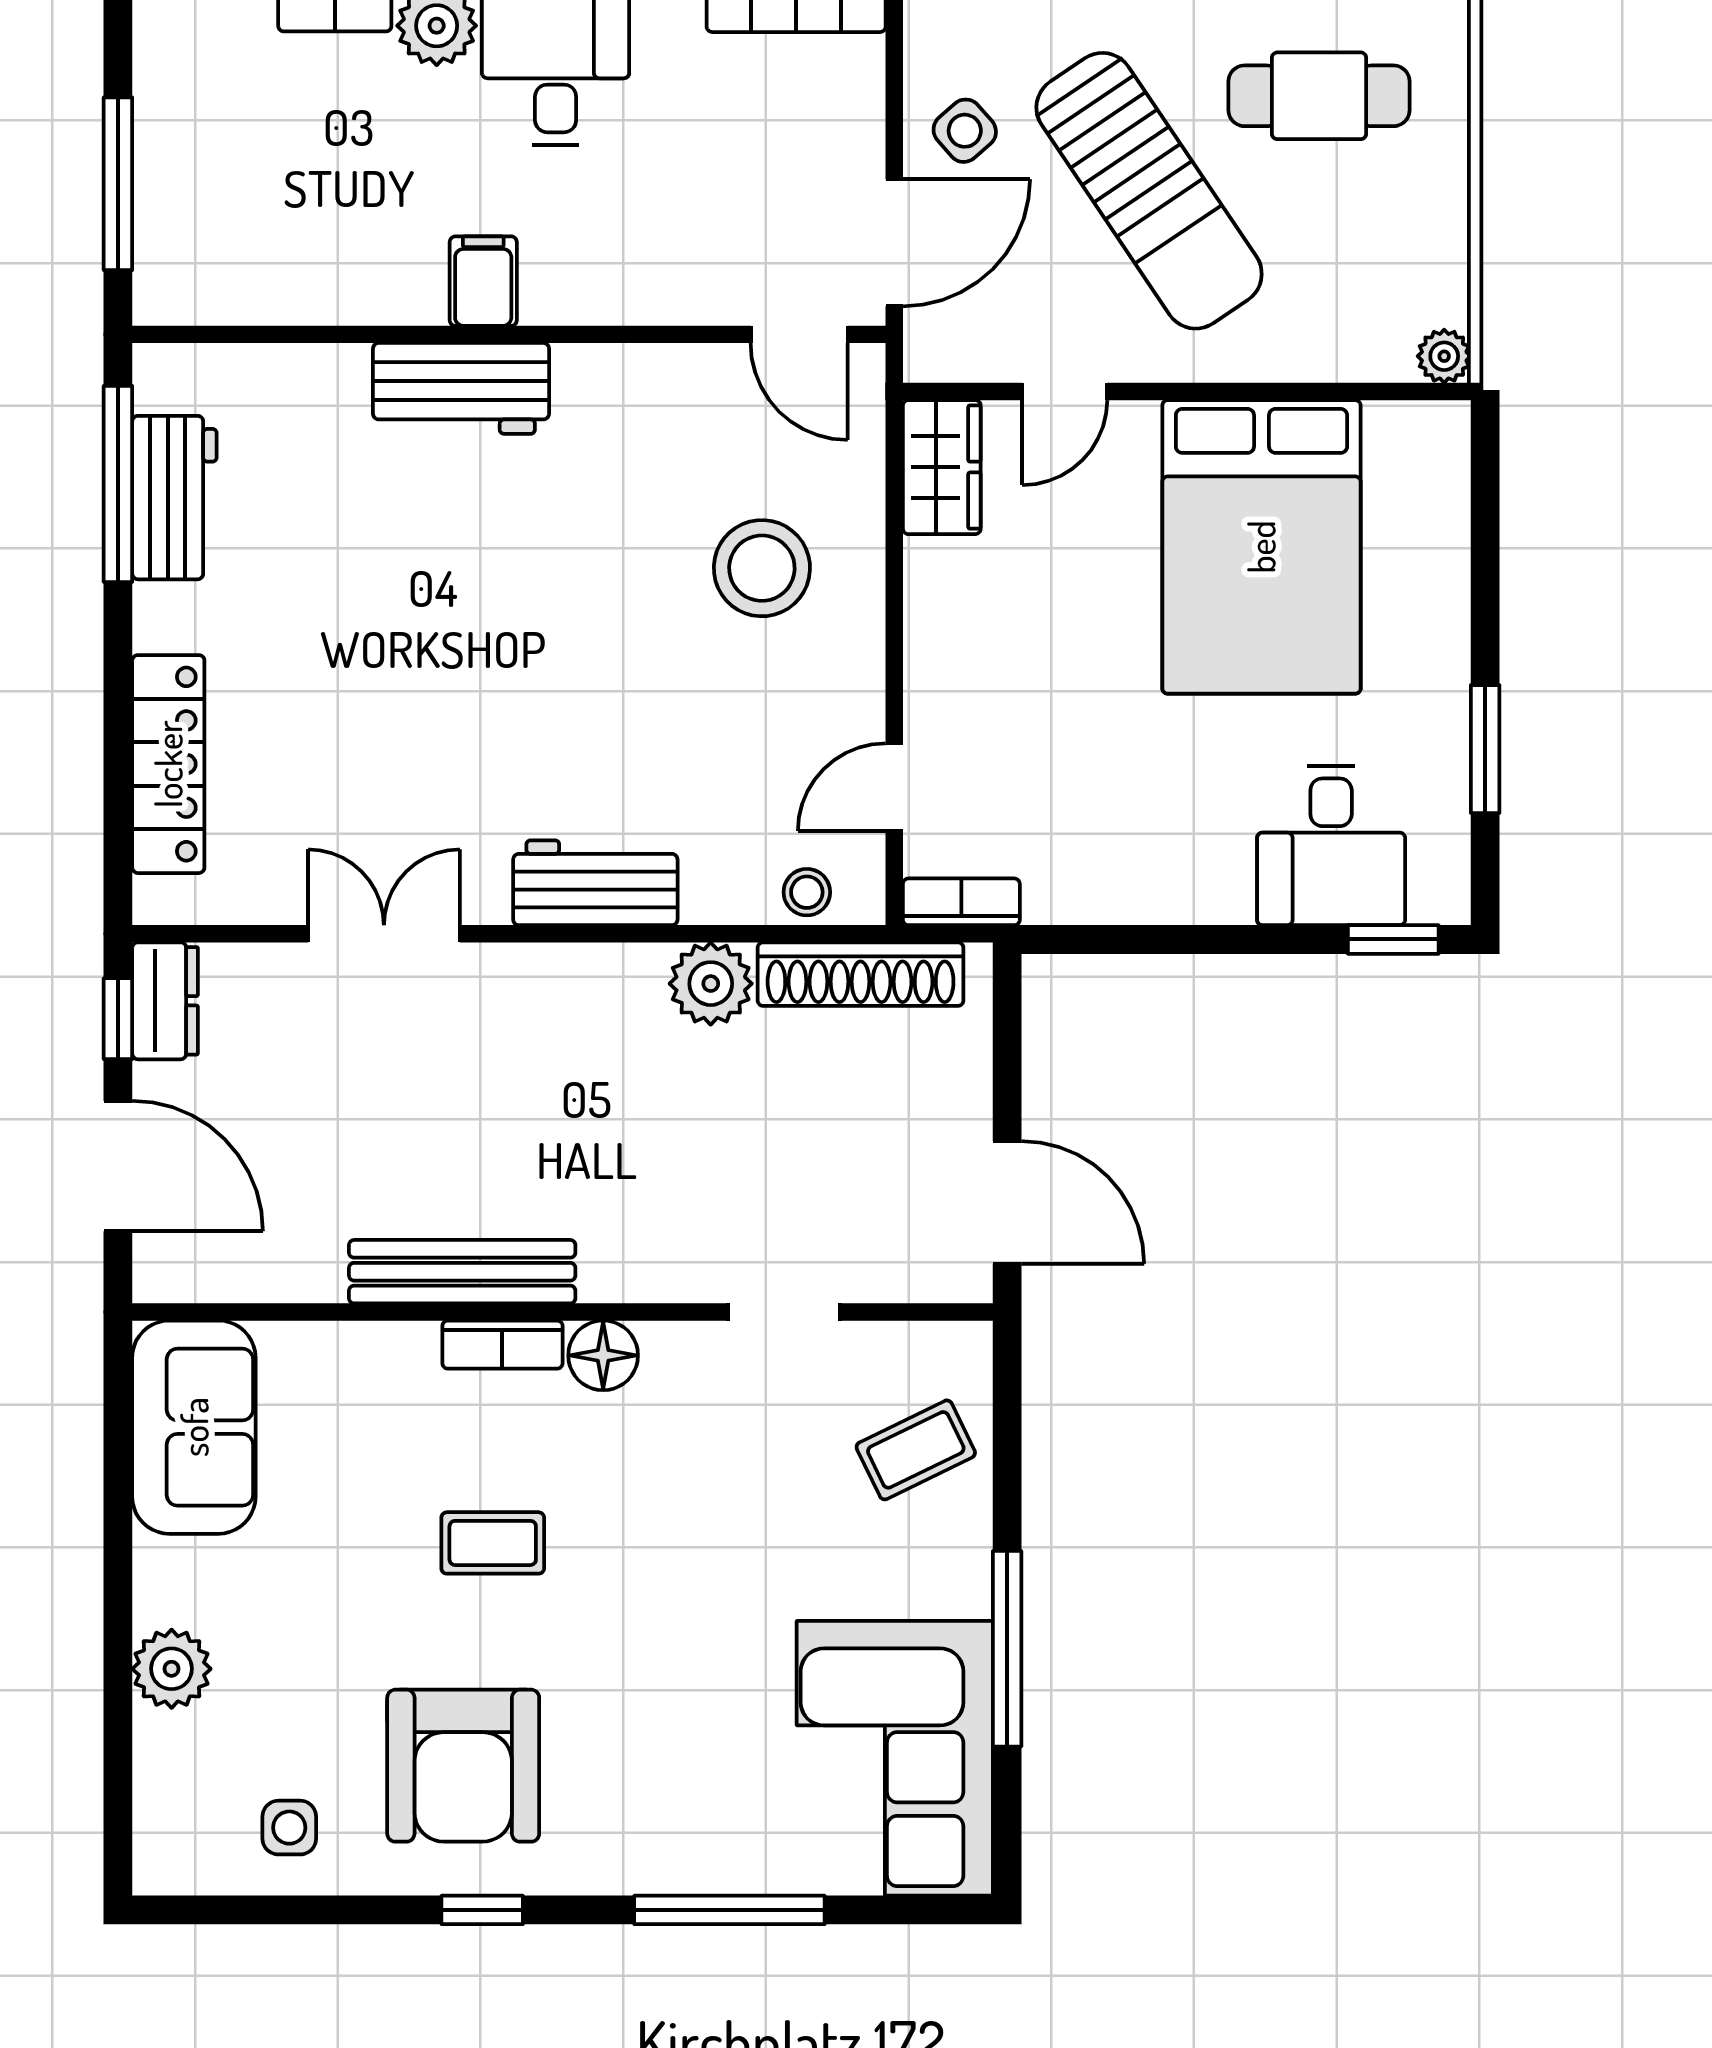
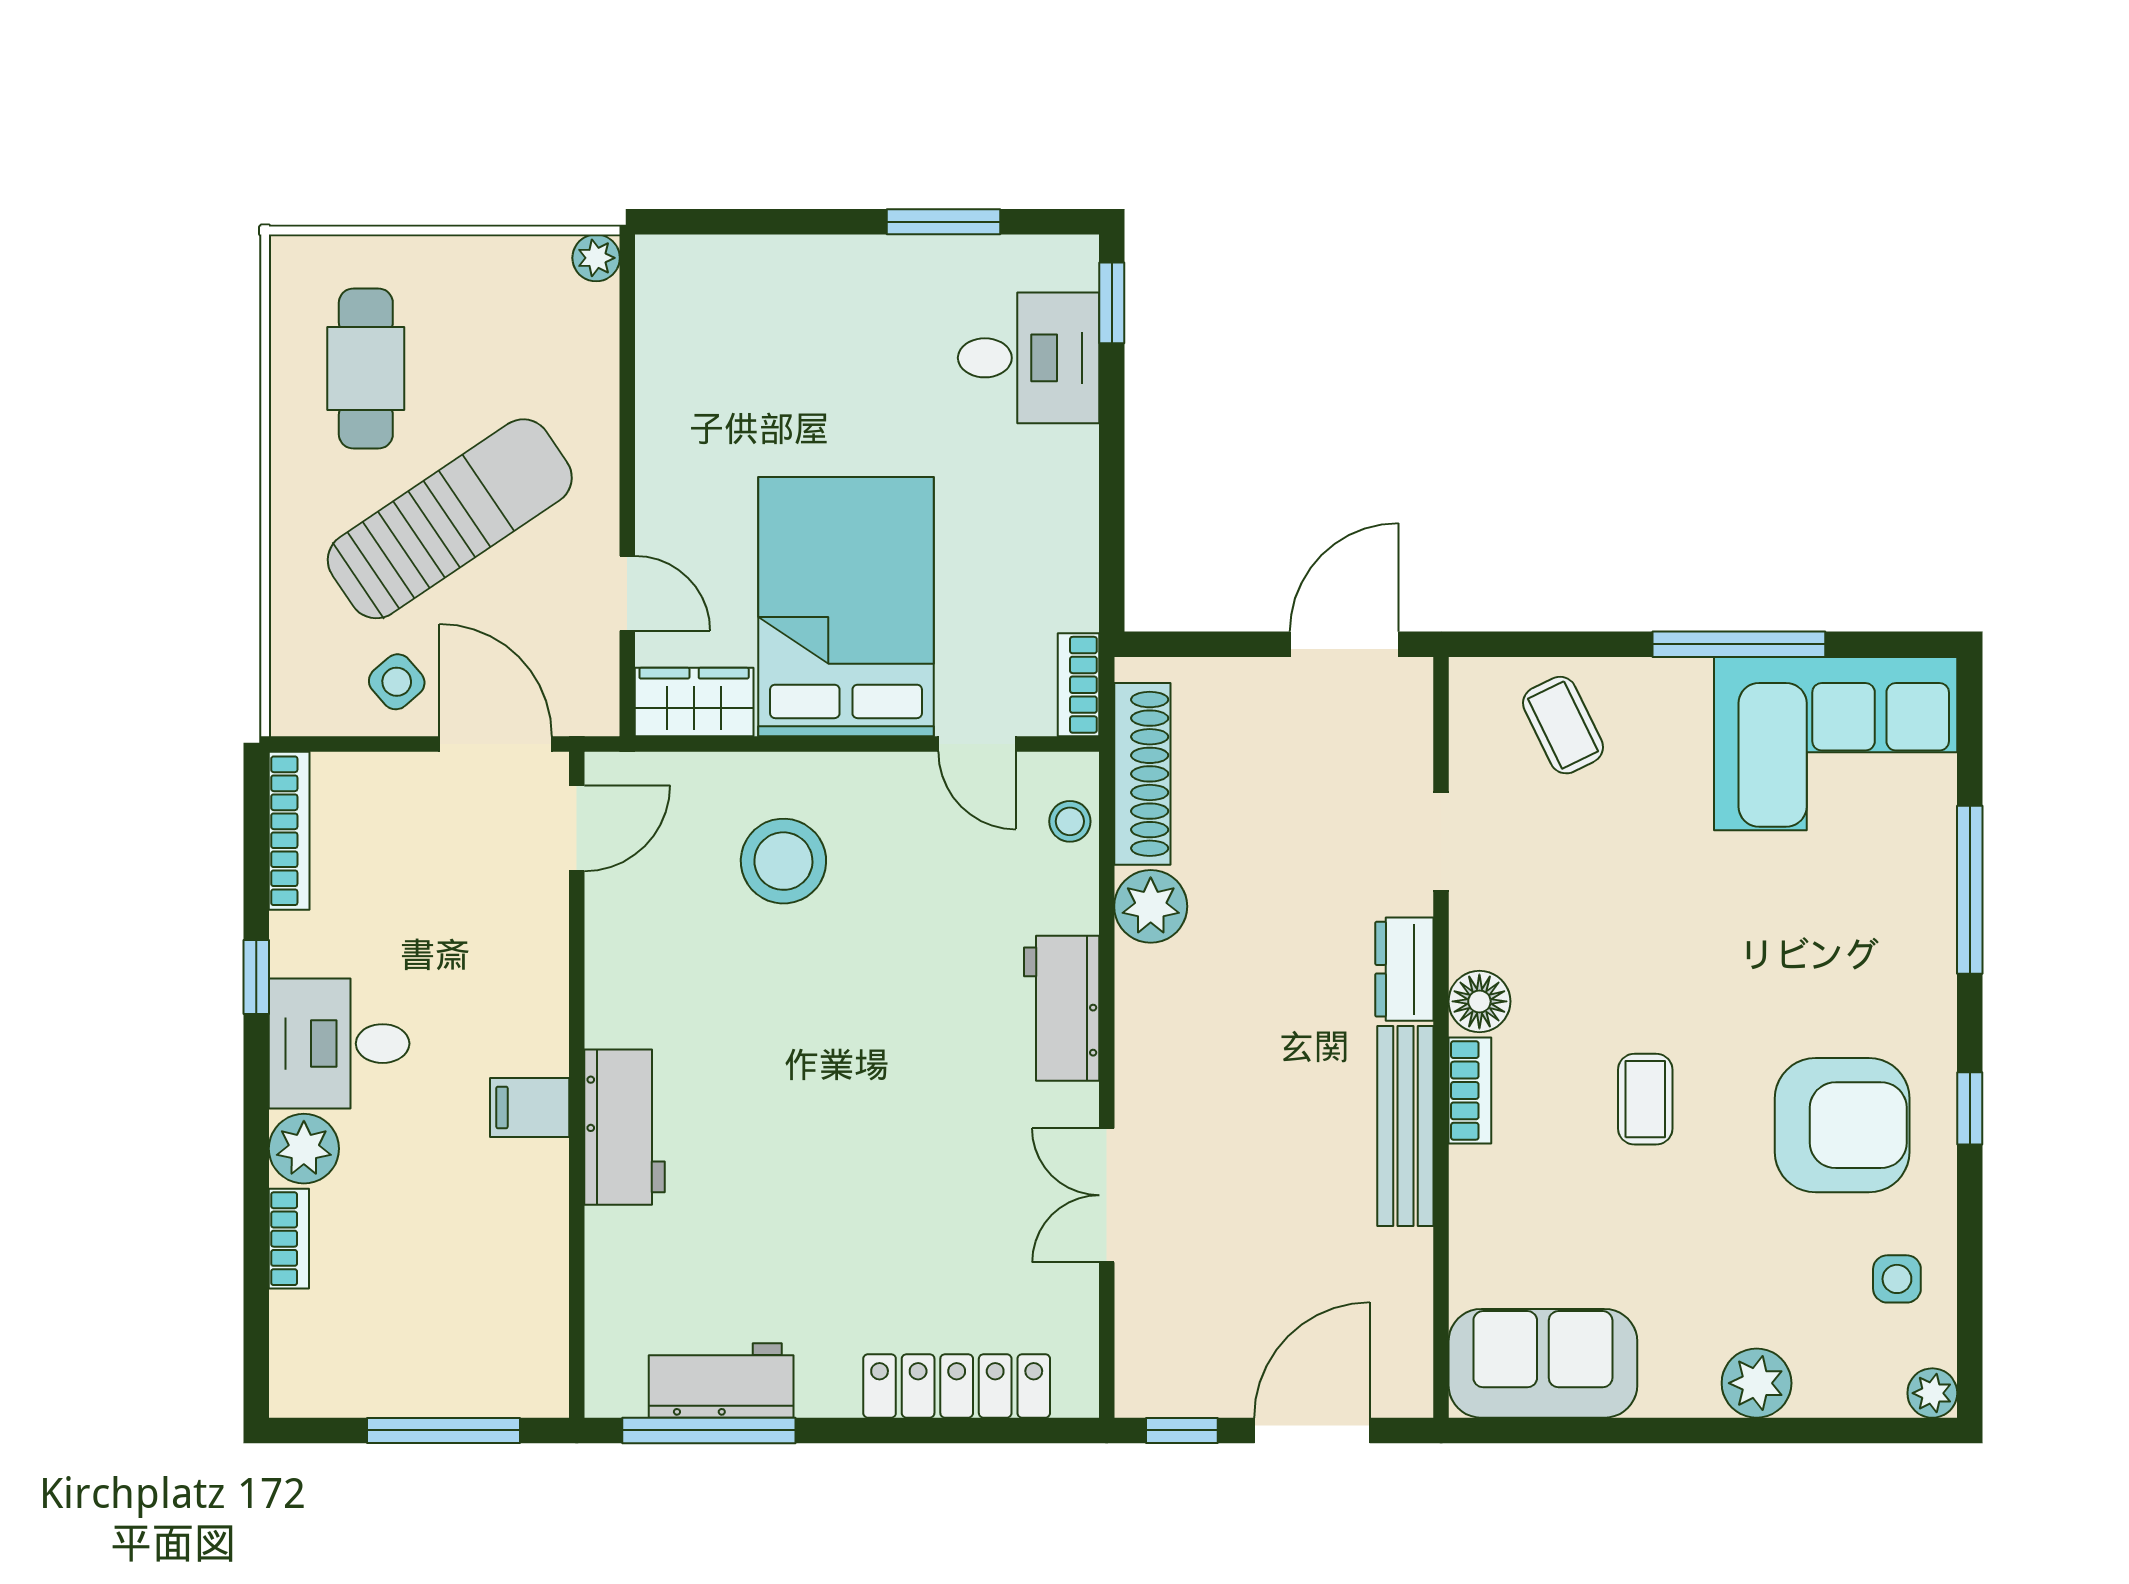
bed: (1261, 547) -> (846, 607), moved, turned -90
dresser: (165, 1001) -> (1404, 969), moved, turned -90
plant: (160, 1868) -> (1932, 1393), added

